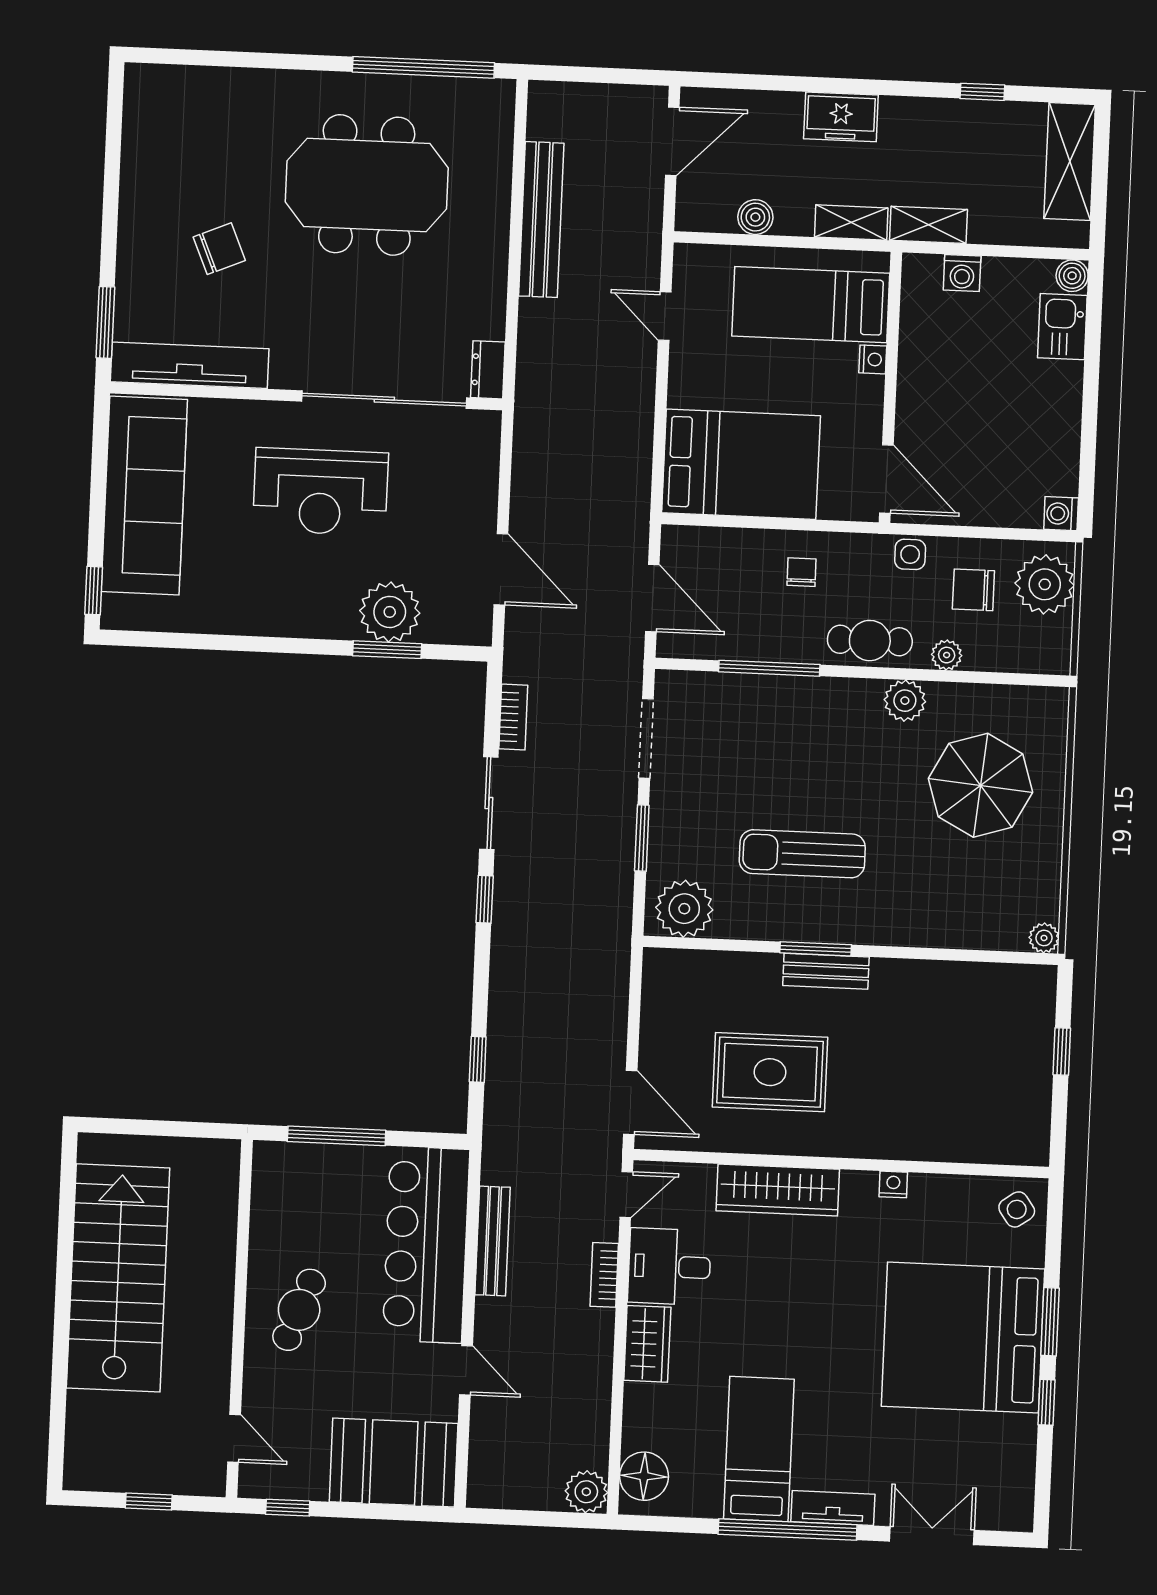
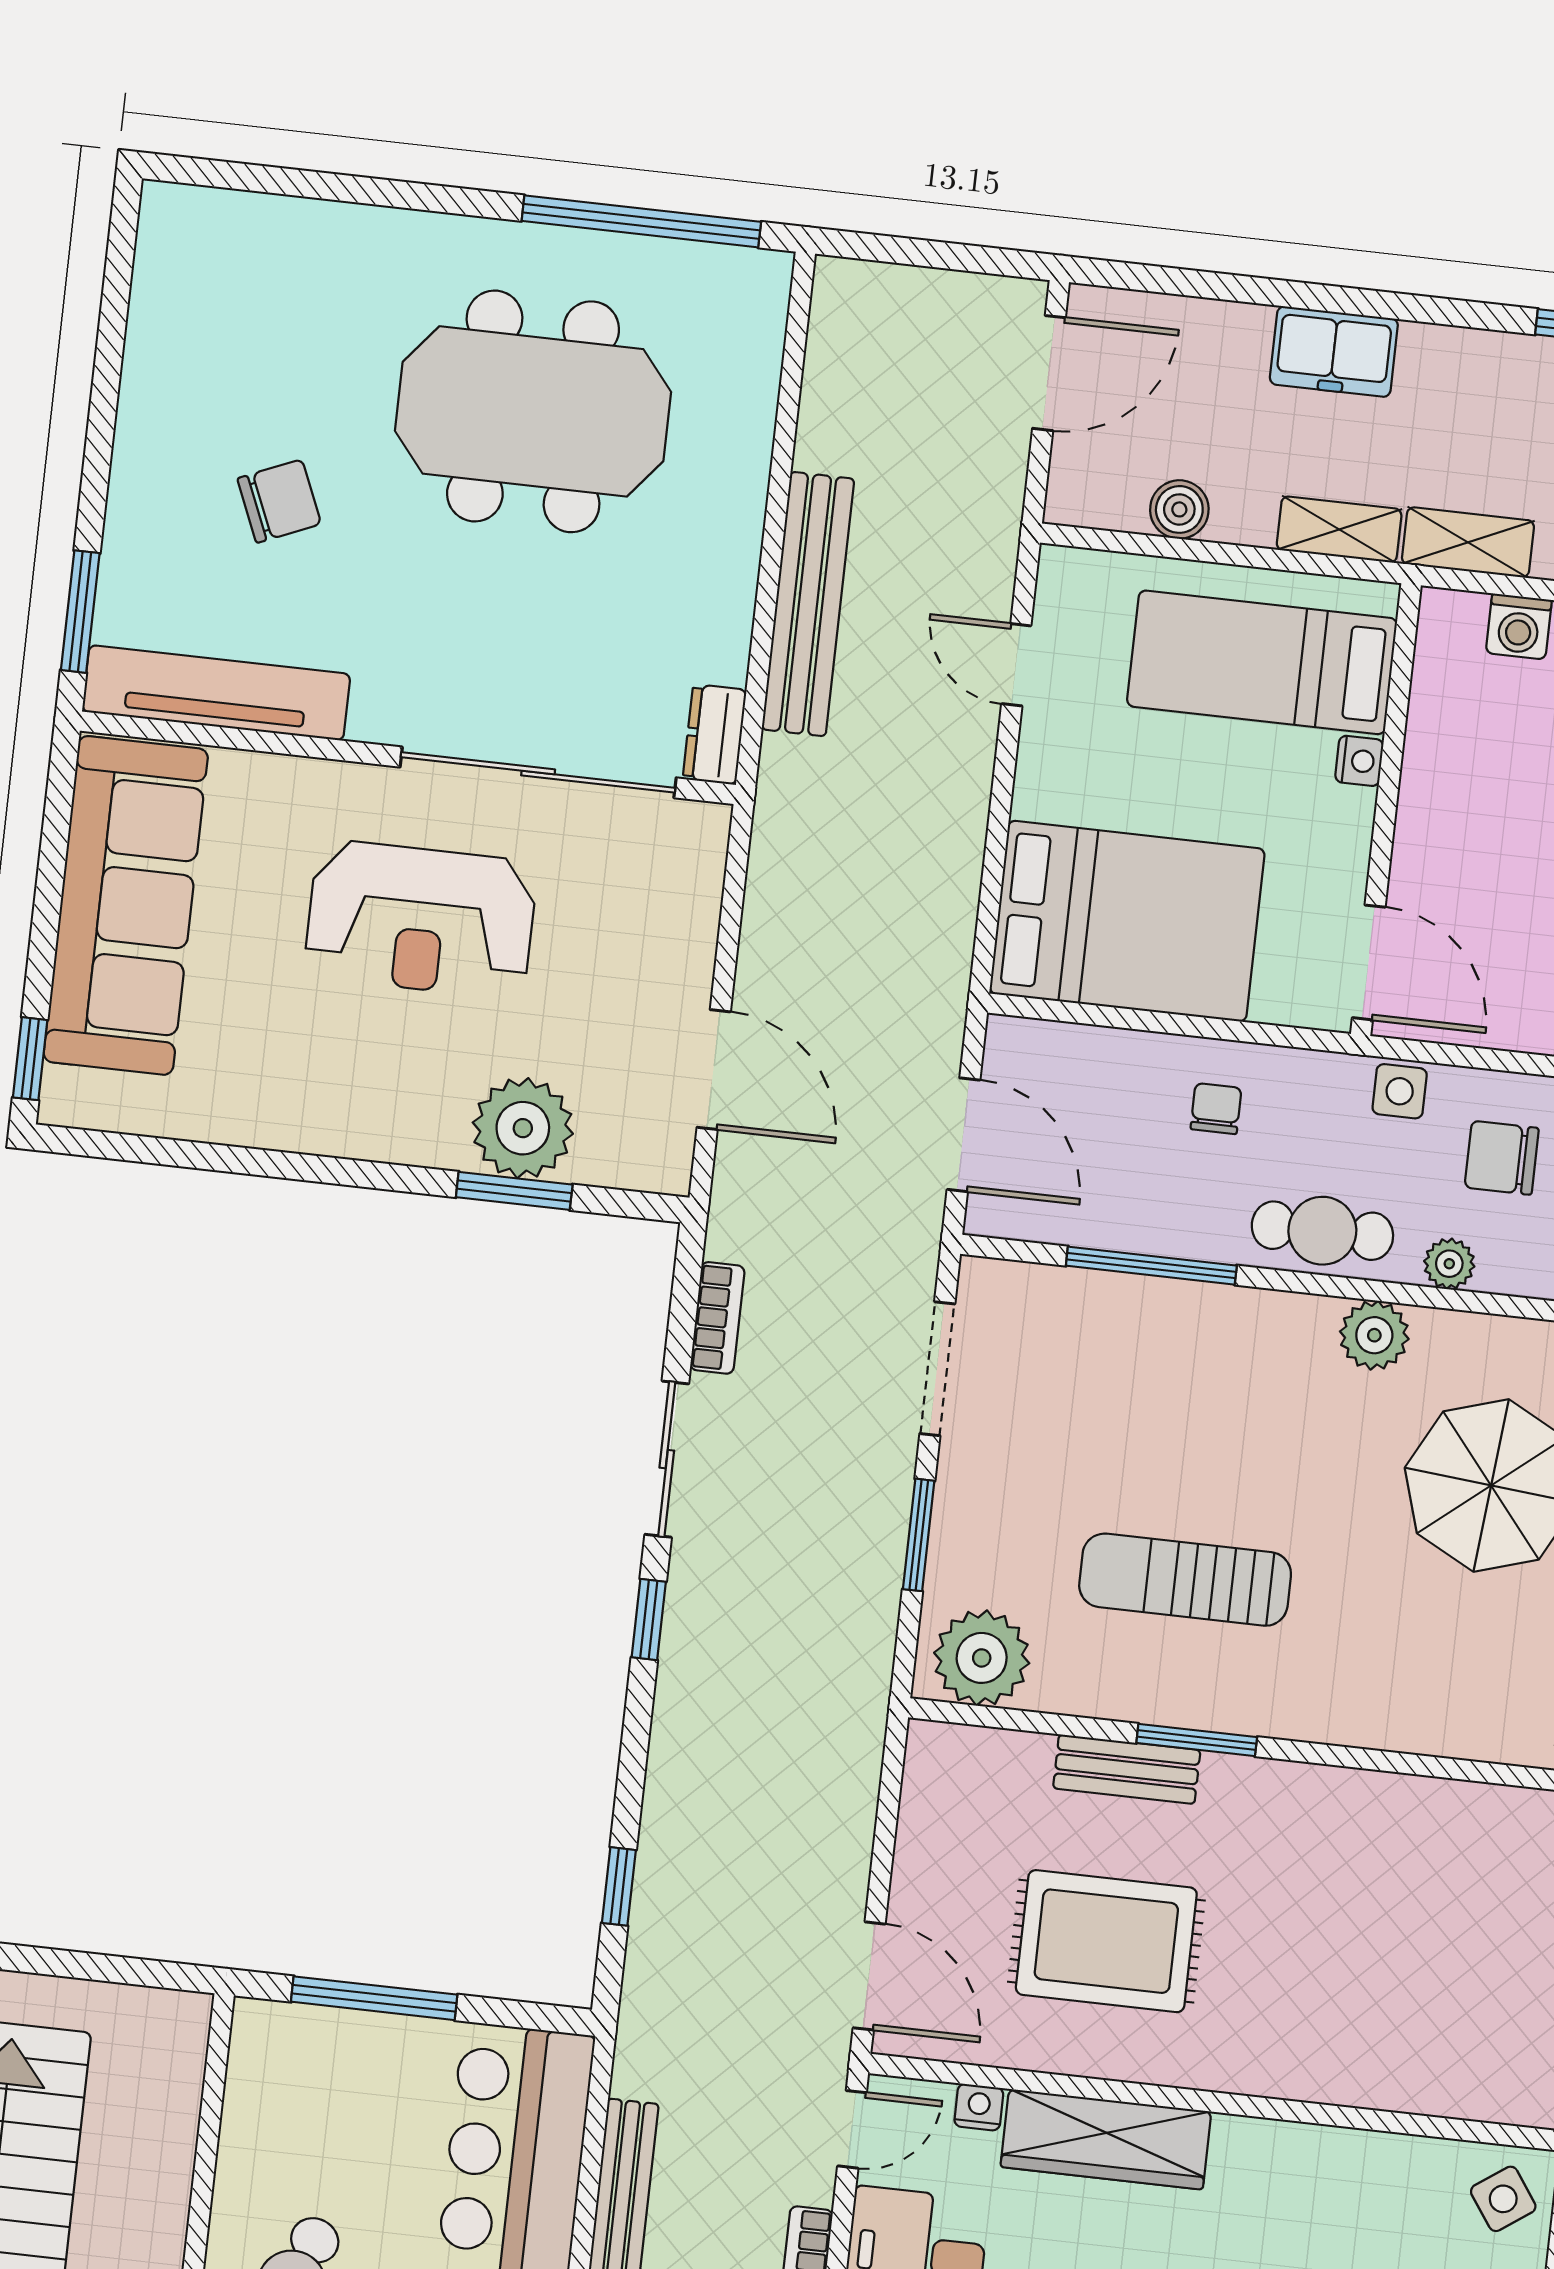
bench: (541, 220) -> (808, 604), moved
bench: (826, 971) -> (1127, 1769), moved
nightstand: (893, 1184) -> (979, 2107), moved

